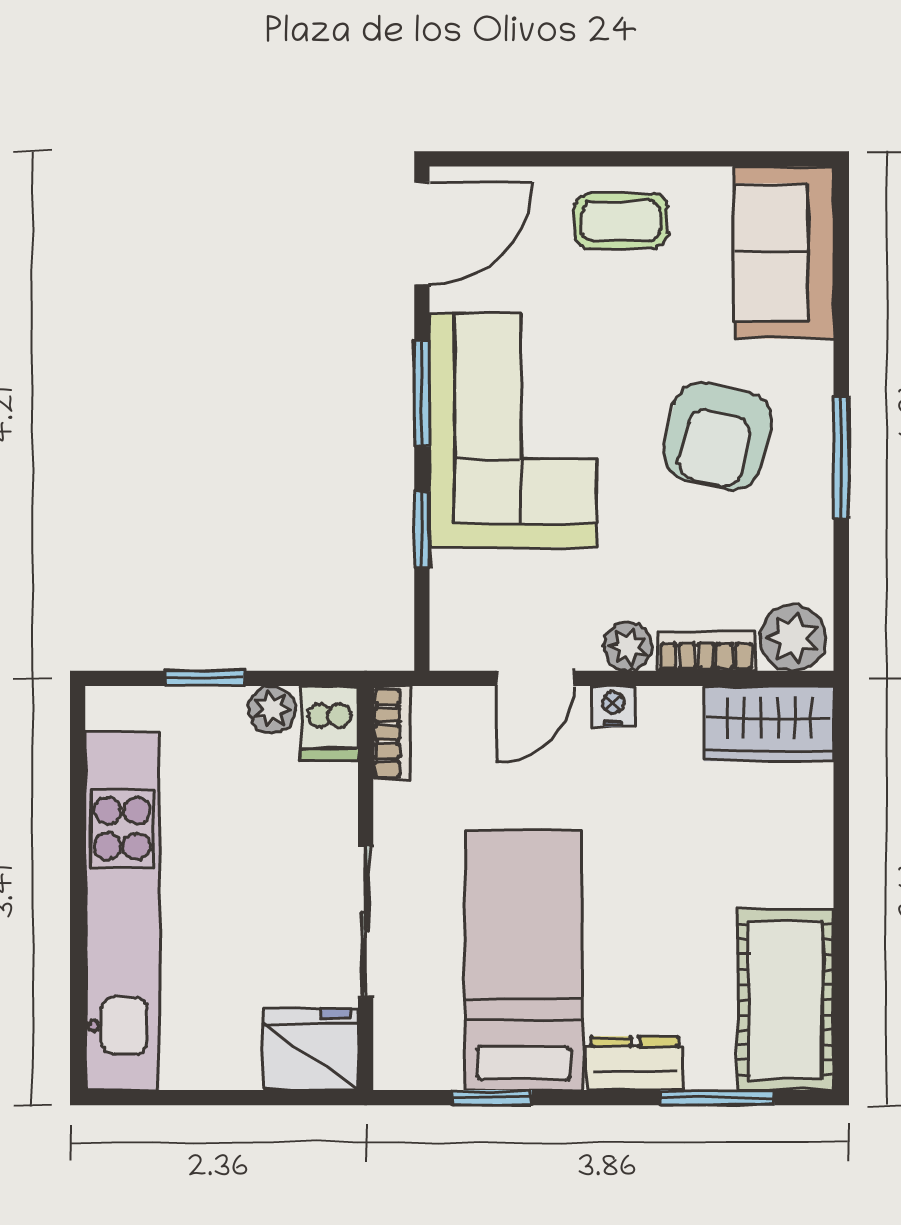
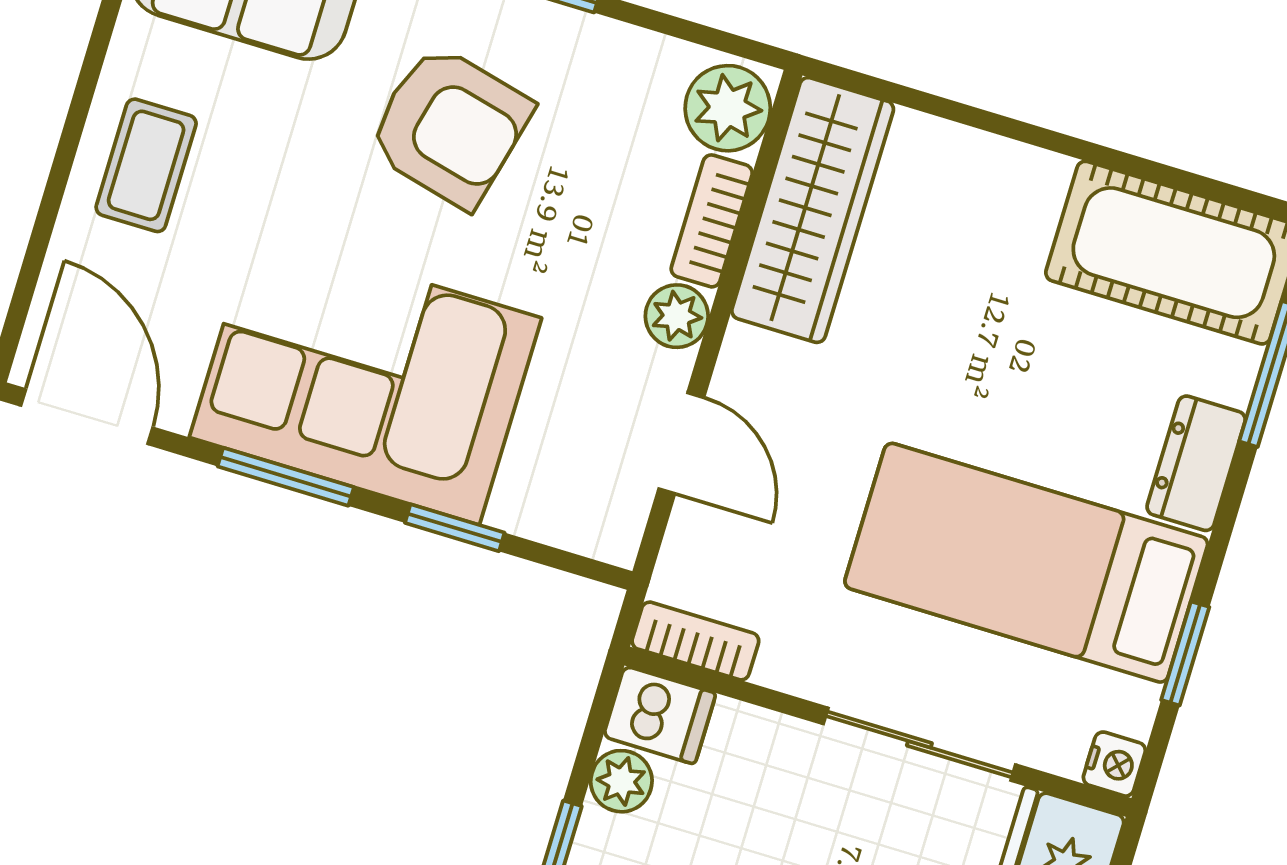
nightstand: (613, 706) -> (1114, 764), moved, turned 180
wardrobe: (769, 723) -> (813, 210), width x1.50

